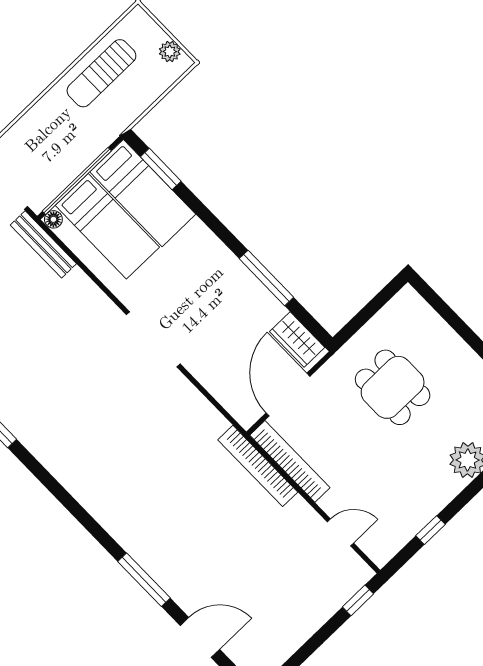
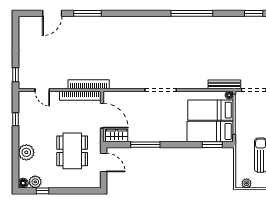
door: (362, 318) -> (104, 163), added
dining table: (393, 387) -> (72, 151), width x1.37
door: (340, 532) -> (42, 90), hinge flipped

